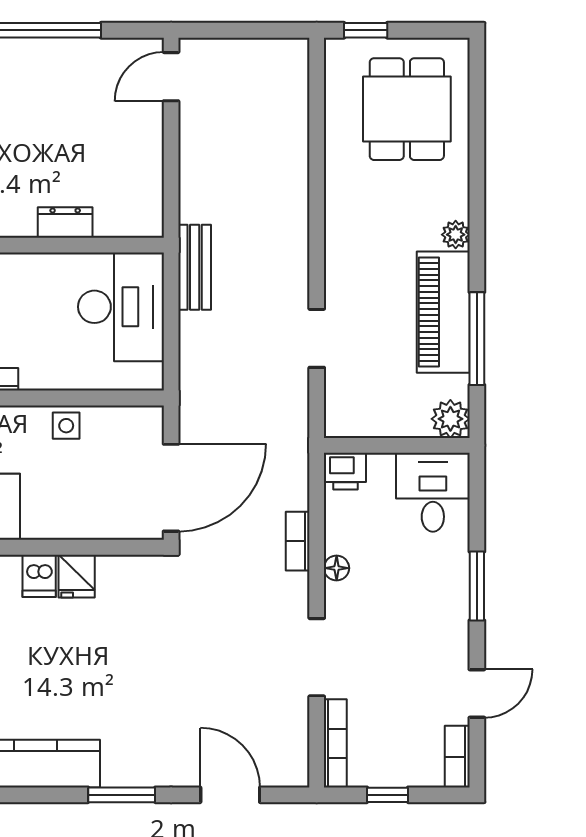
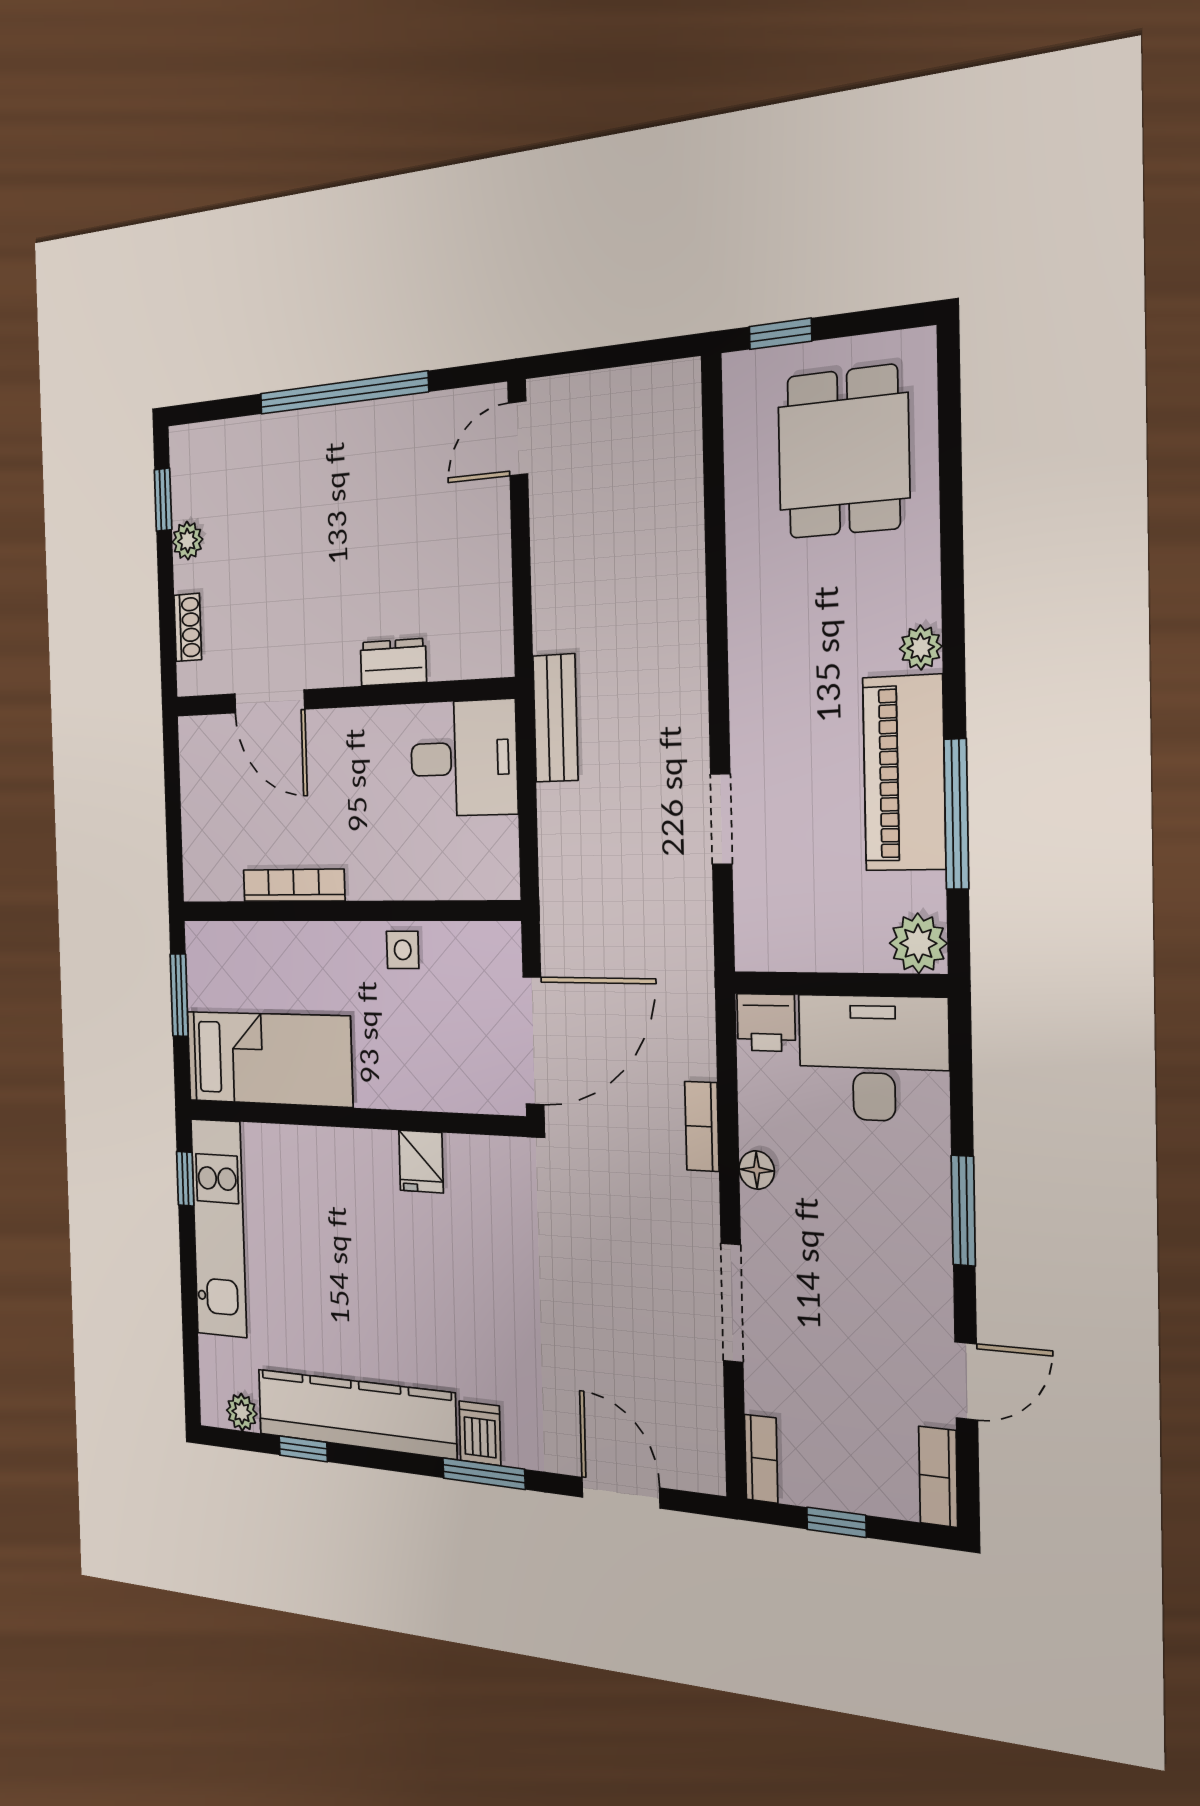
desk: (121, 307) -> (464, 758), width x0.73
desk: (433, 492) -> (873, 1058), width x1.37
dishwasher: (39, 576) -> (480, 1433), moved, turned 180
bookcase: (335, 743) -> (761, 1459), width x0.64

